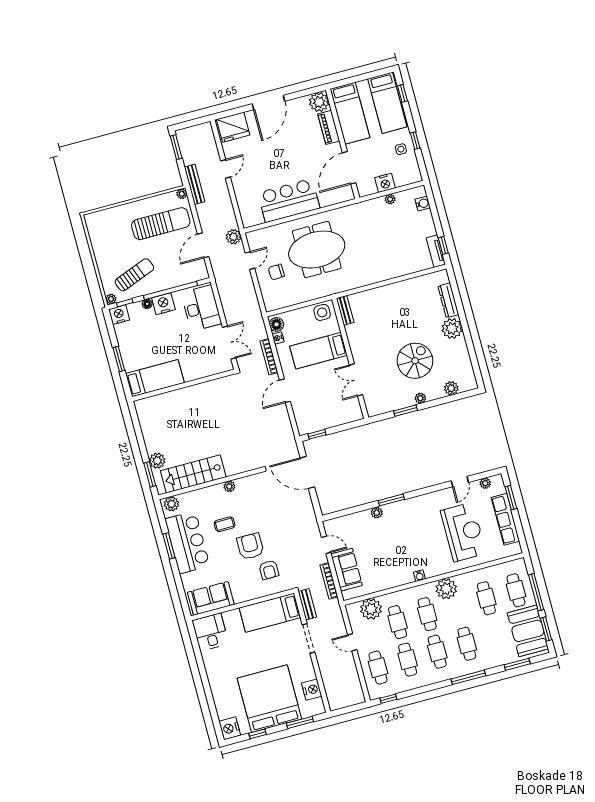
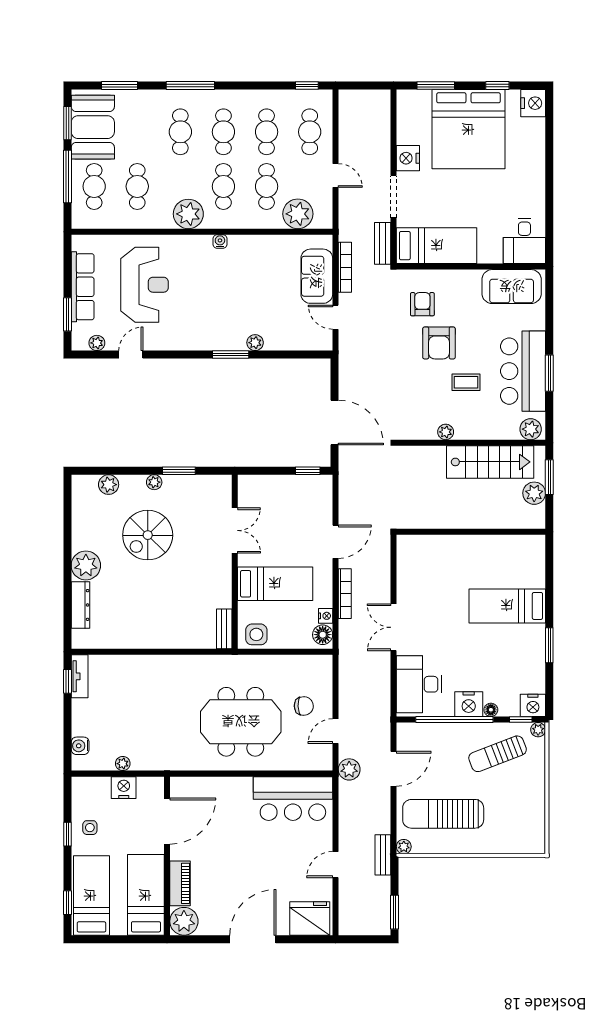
bench: (195, 184) -> (383, 855), width x0.73
bar counter: (289, 201) -> (293, 799), moved
wall: (184, 385) -> (471, 532), moved
reception desk: (463, 532) -> (145, 285), turned 180
nightstand: (312, 690) -> (408, 158), moved

